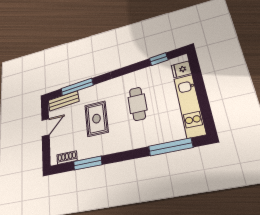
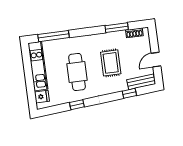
window: (159, 59) -> (77, 105), moved
window: (77, 87) -> (129, 93), width x0.46
cafe table: (137, 104) -> (77, 72), width x1.37, depth x1.35

